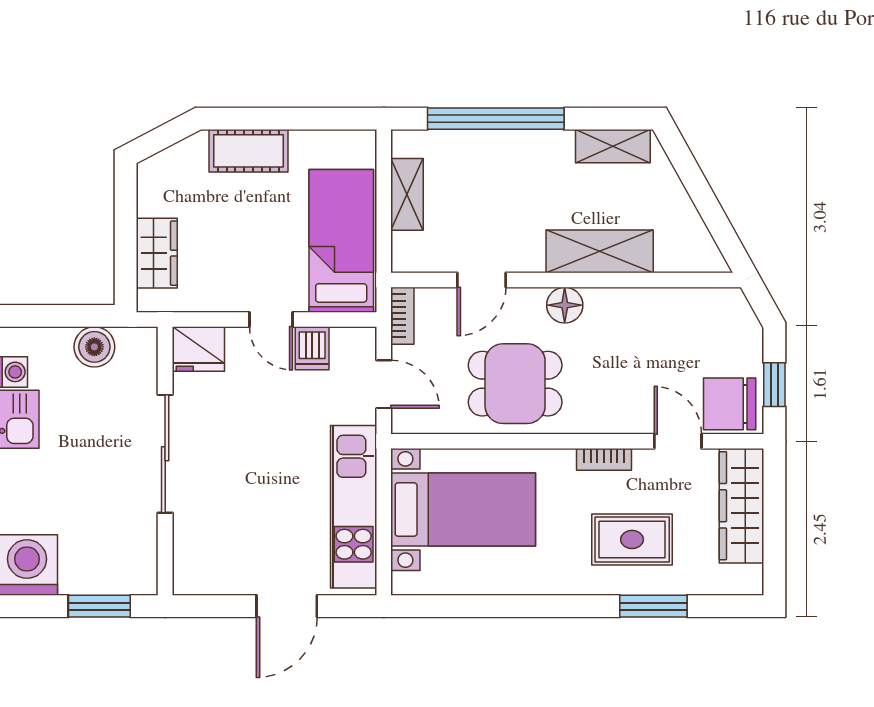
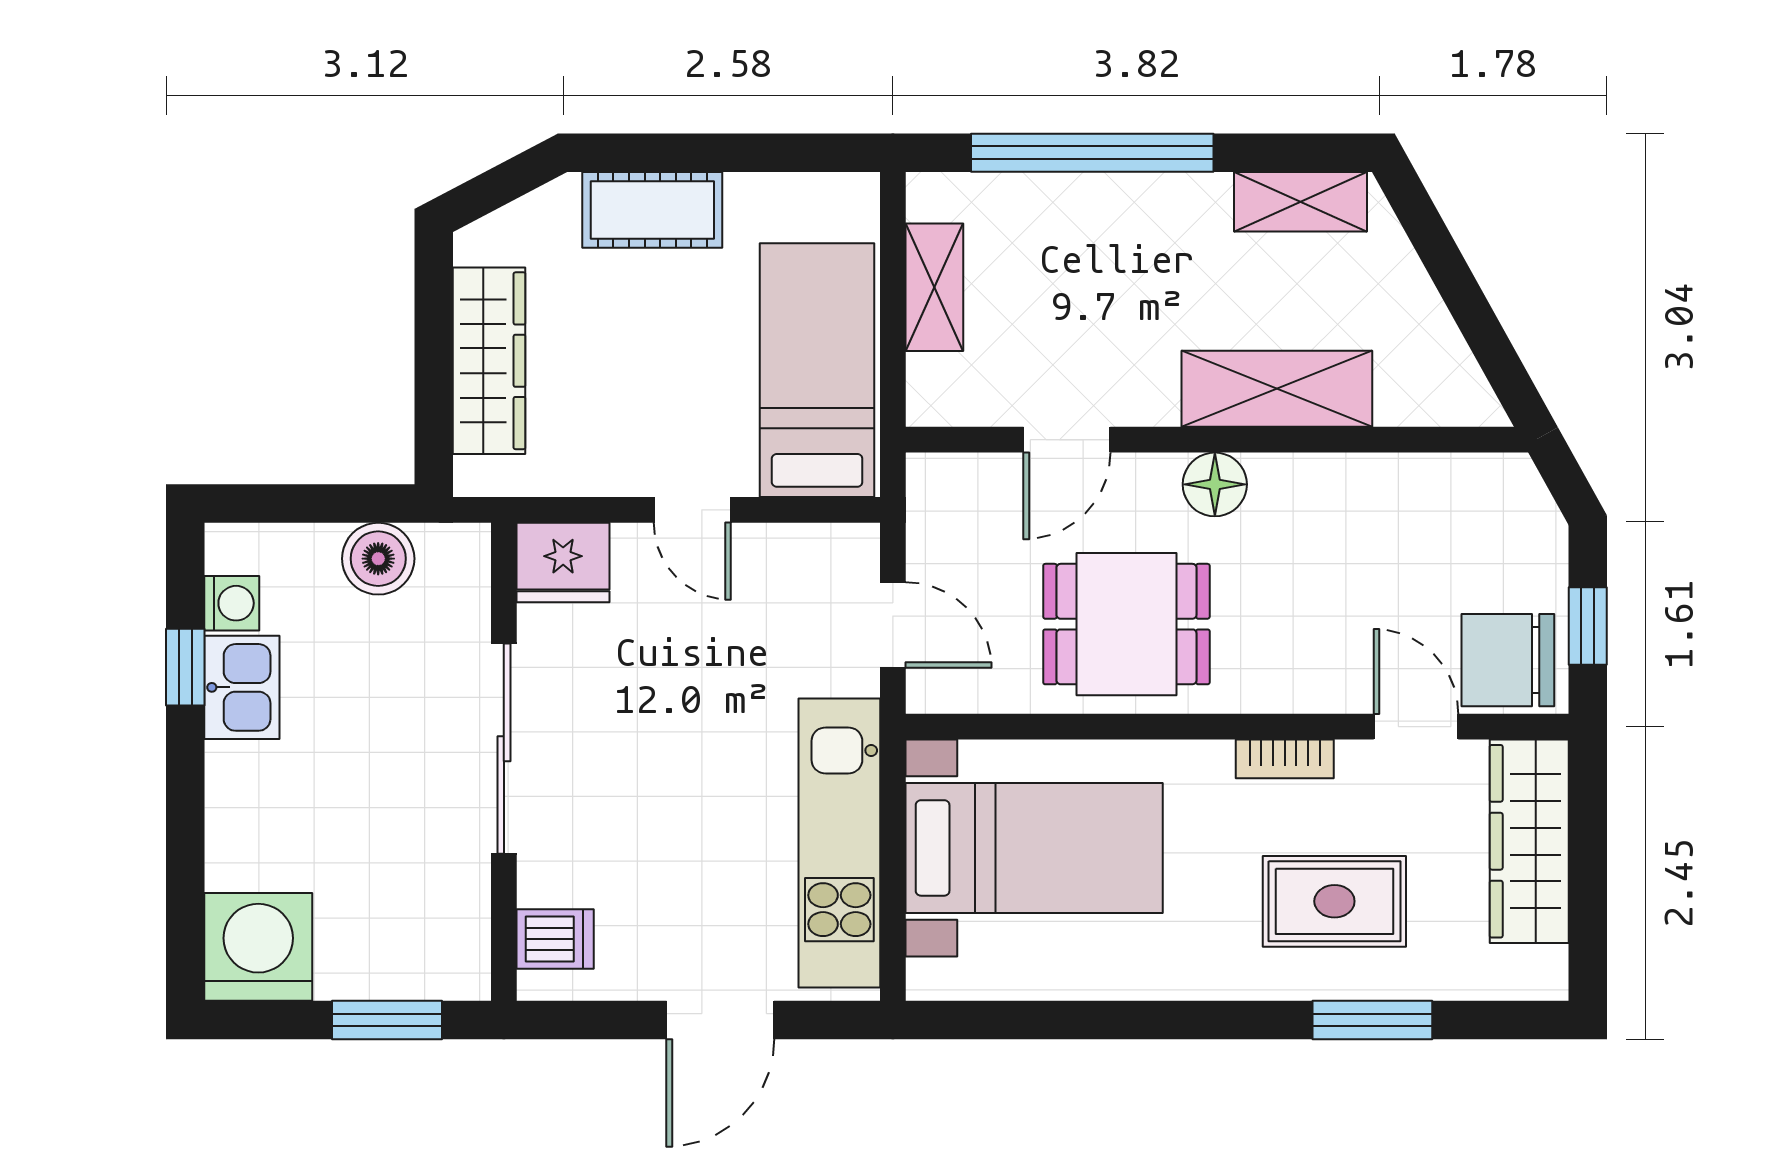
wardrobe: (157, 253) -> (489, 361), width x1.50
bookcase: (402, 316) -> (926, 503), removed
dishwasher: (312, 348) -> (555, 939), moved, turned -90

